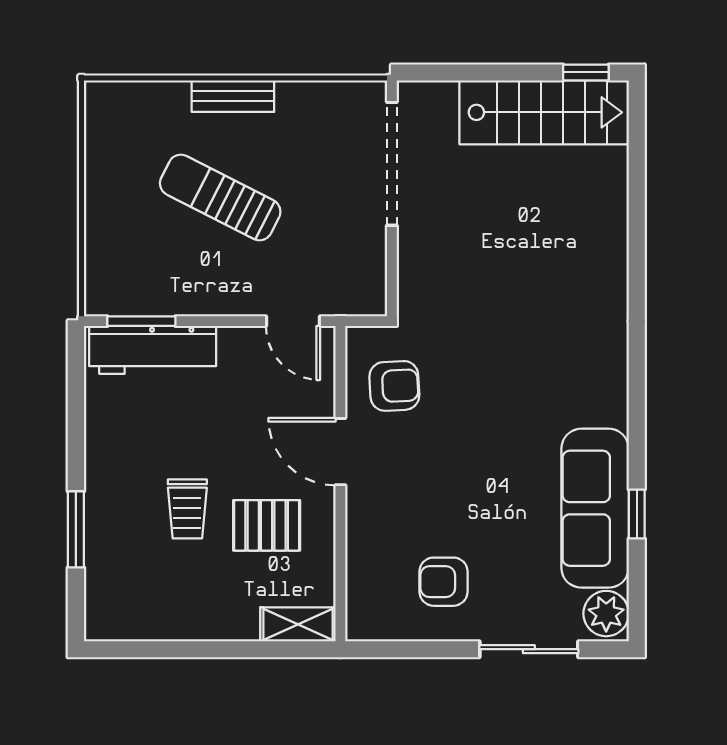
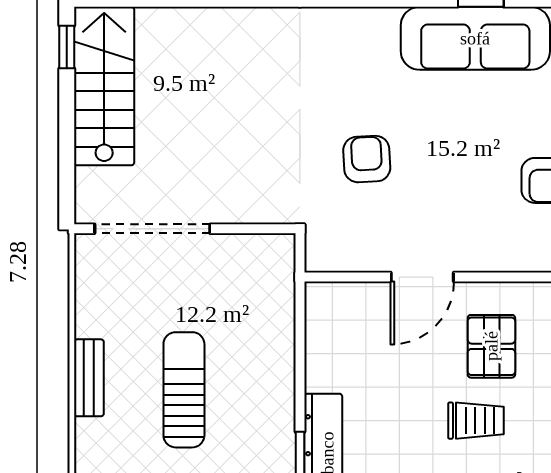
sun lounger: (220, 197) -> (184, 390), turned 153
door: (293, 321) -> (300, 322), removed
armchair: (394, 386) -> (367, 159), moved

